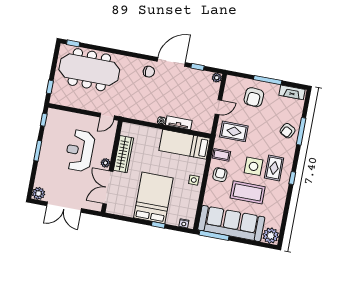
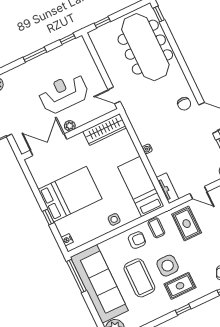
tv unit: (179, 123) -> (168, 188), moved
wardrobe: (123, 154) -> (105, 130), moved

